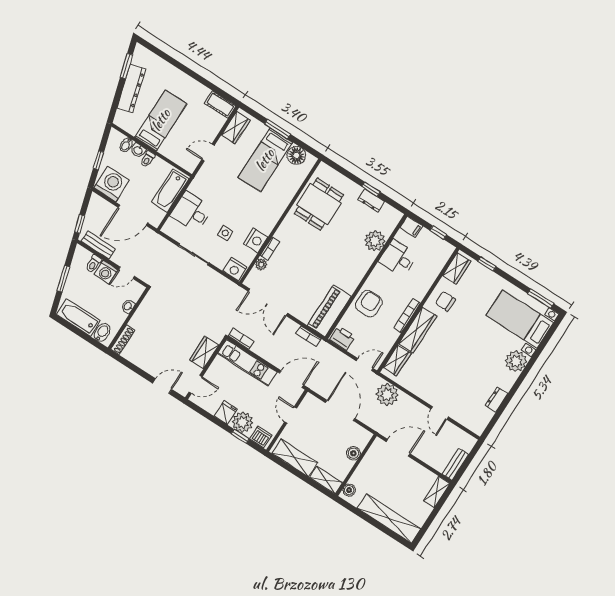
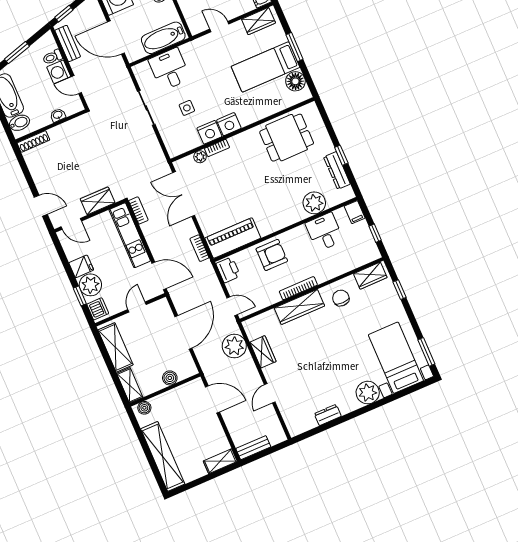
dresser: (371, 201) -> (337, 170), width x1.44
nightstand: (235, 269) -> (229, 124), moved, turned -90
wardrobe: (397, 360) -> (263, 352), moved, turned -90

